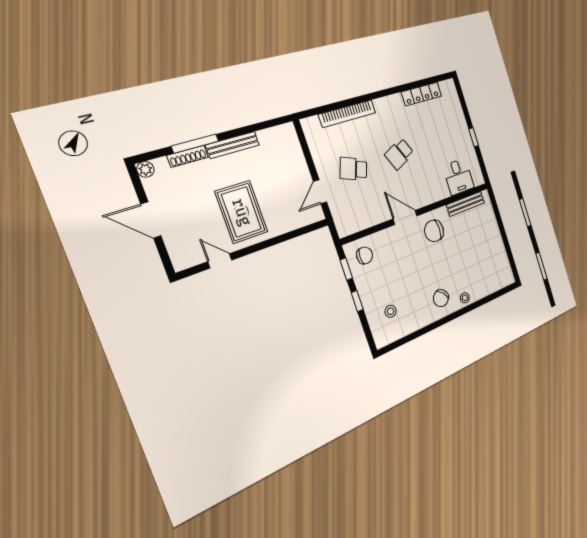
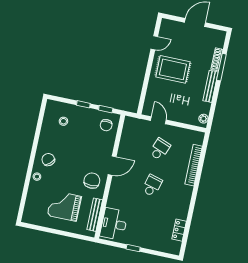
locker: (422, 94) -> (179, 230), width x0.66
school desk: (399, 154) -> (152, 186), turned 39
plant: (145, 169) -> (204, 119), moved
desk: (458, 177) -> (114, 224), width x1.37
grand piano: (476, 245) -> (64, 206), added

